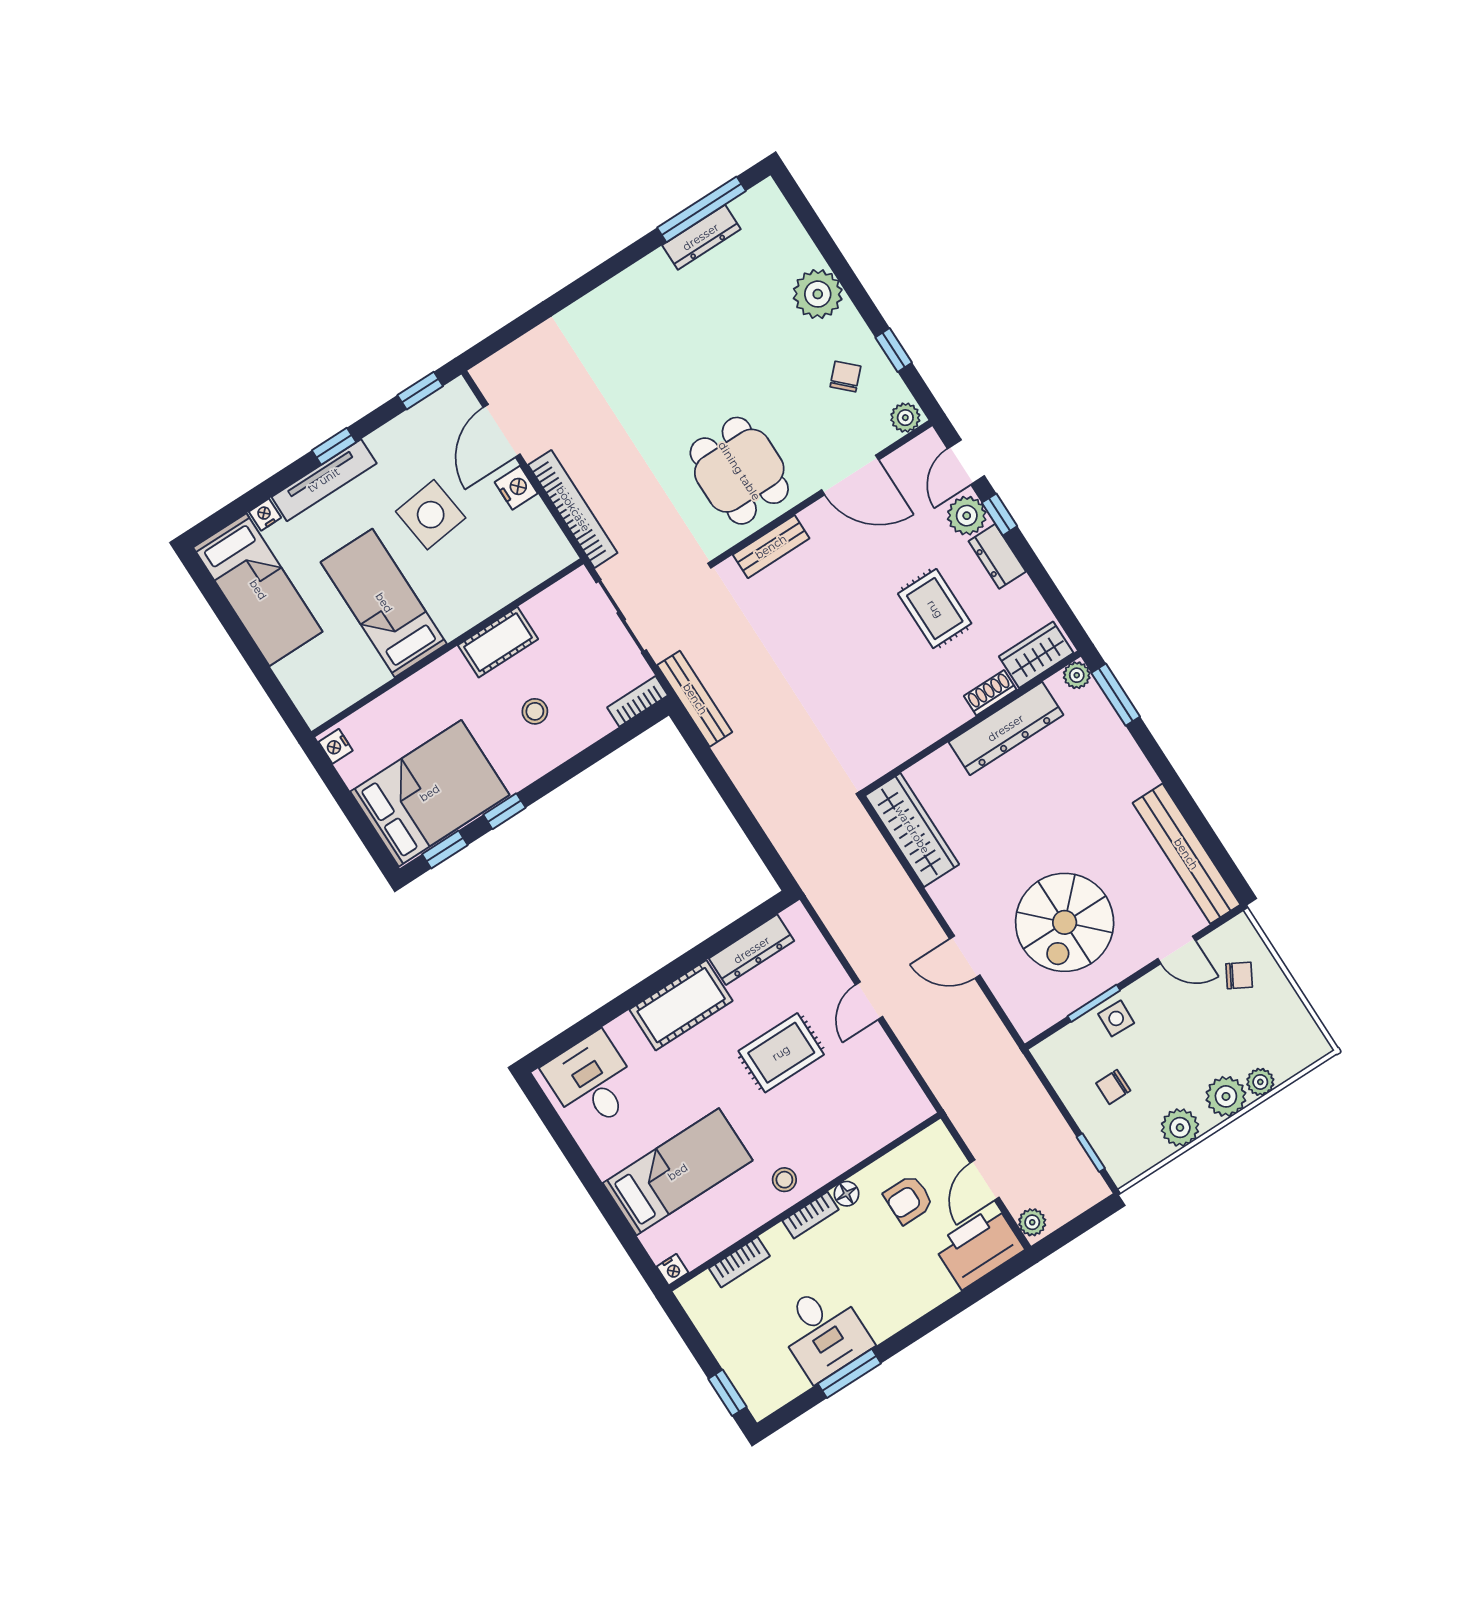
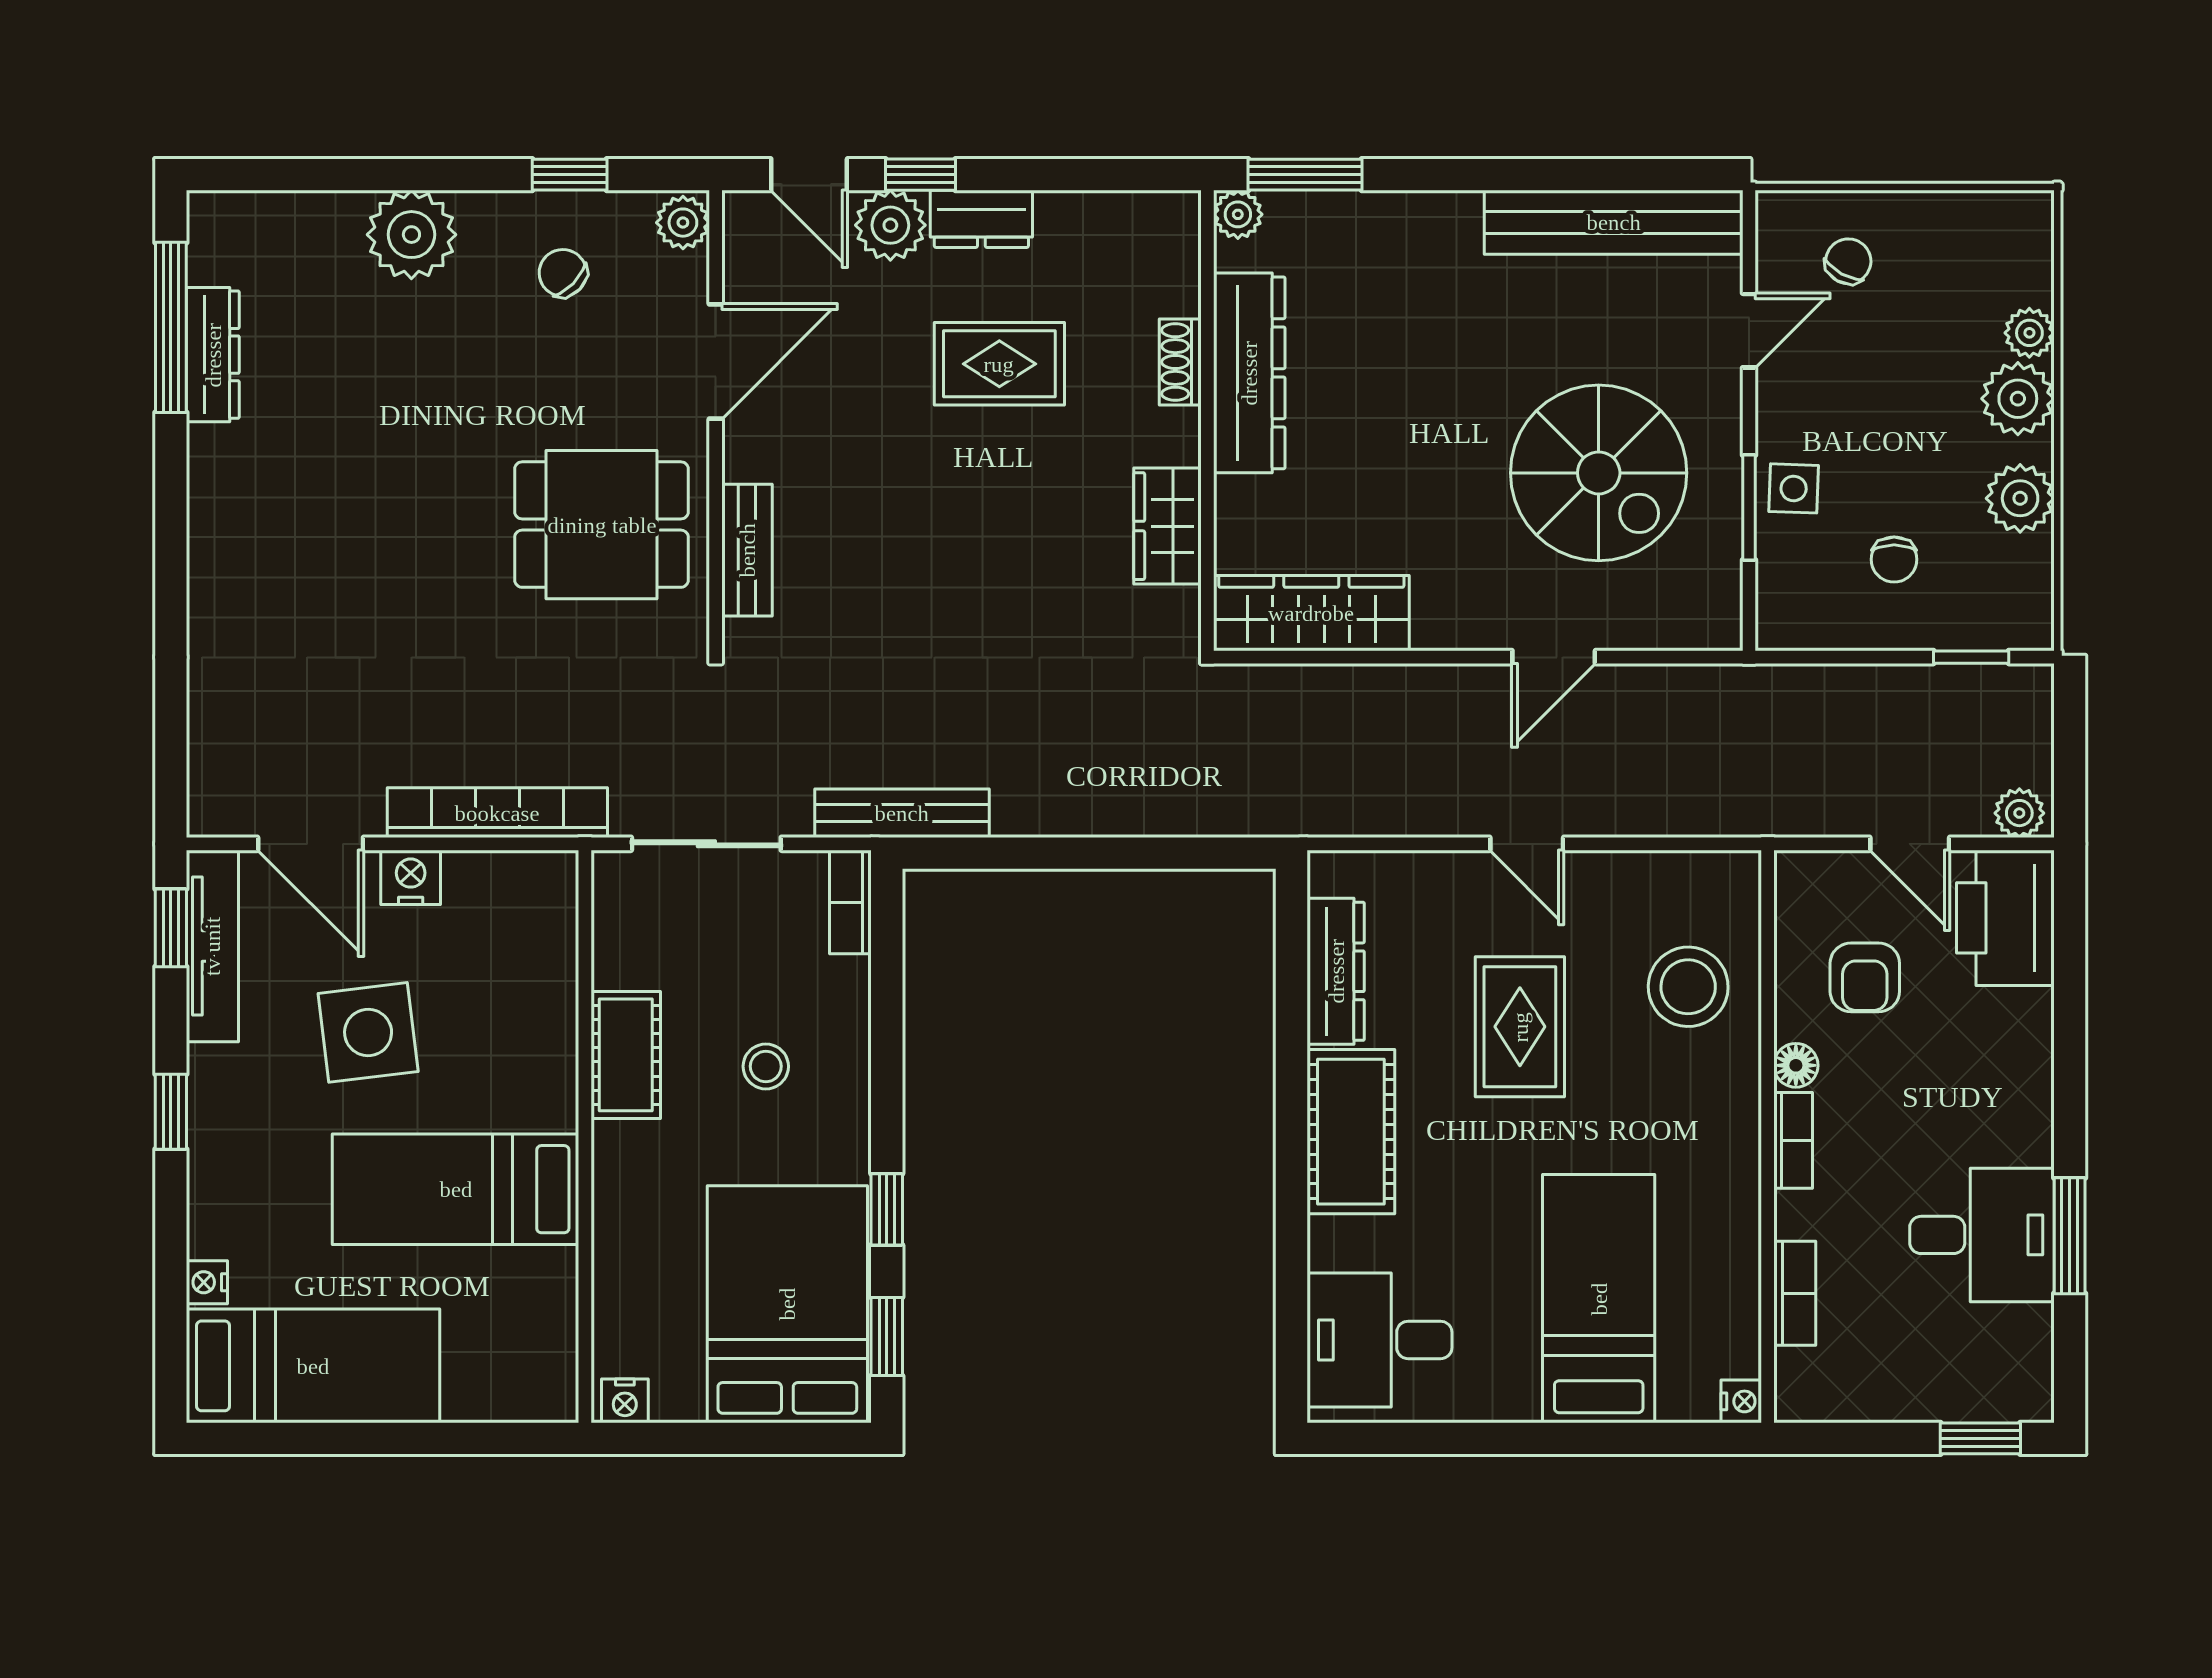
tv unit: (324, 480) -> (212, 946), moved
wardrobe: (1036, 655) -> (1167, 526), moved
stool: (784, 1180) -> (1688, 987), moved, width x1.89, depth x1.89

